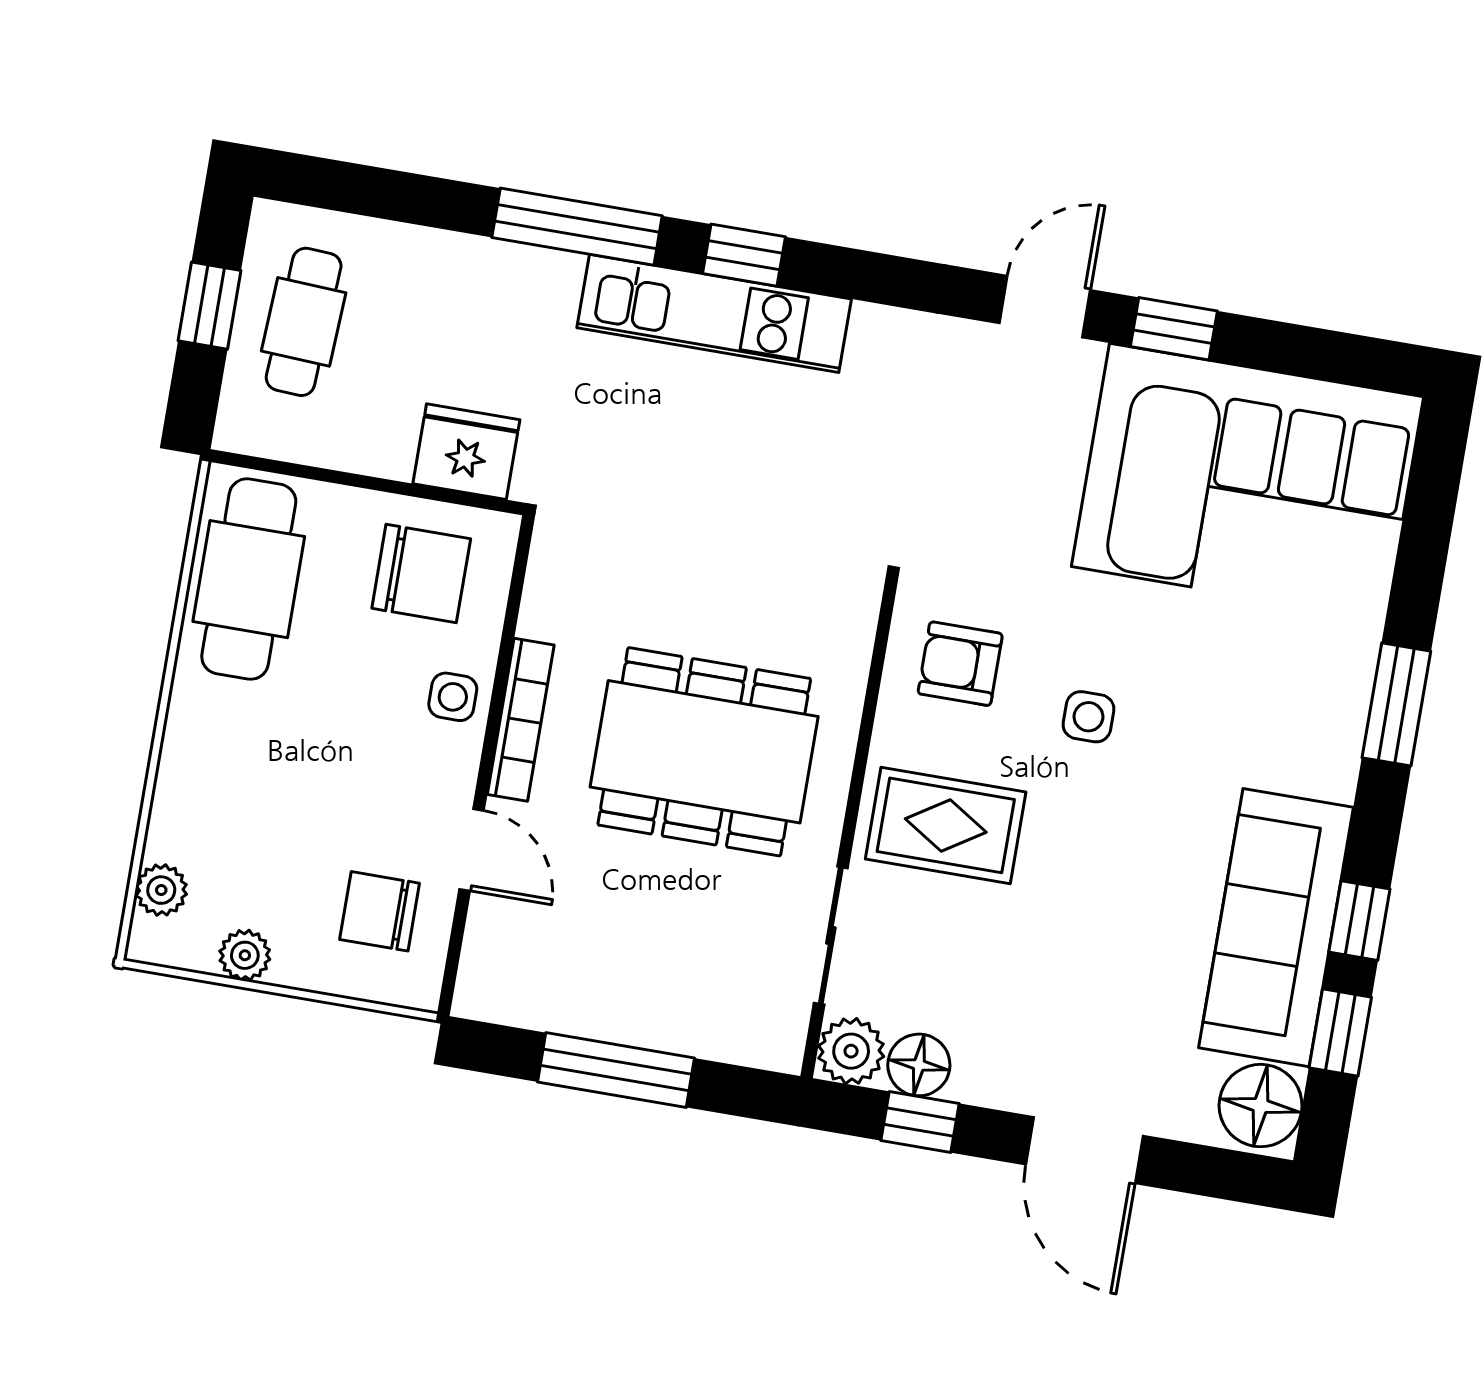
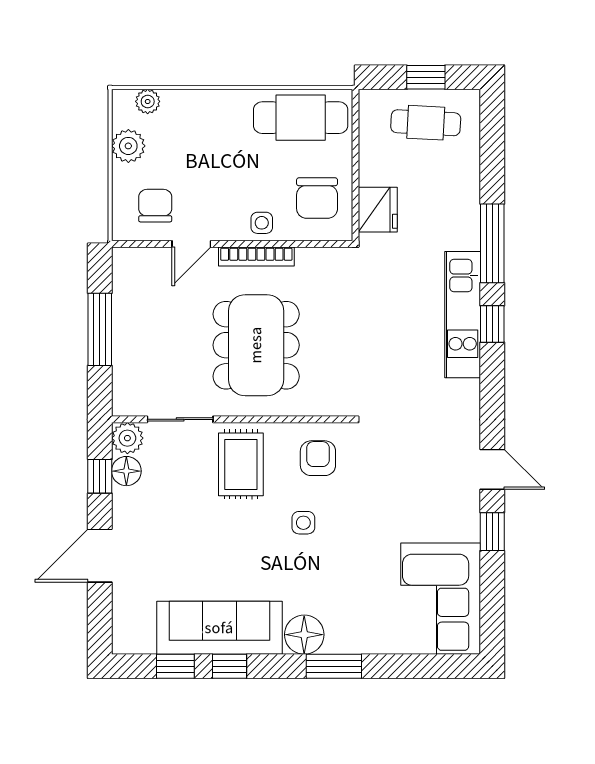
corner sofa: (1248, 482) -> (441, 599), width x0.73, depth x0.74
plant: (245, 955) -> (128, 146), width x1.38, depth x1.38
floor lamp: (1261, 1106) -> (304, 635), moved

